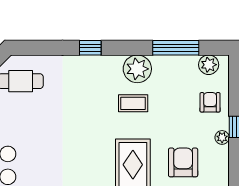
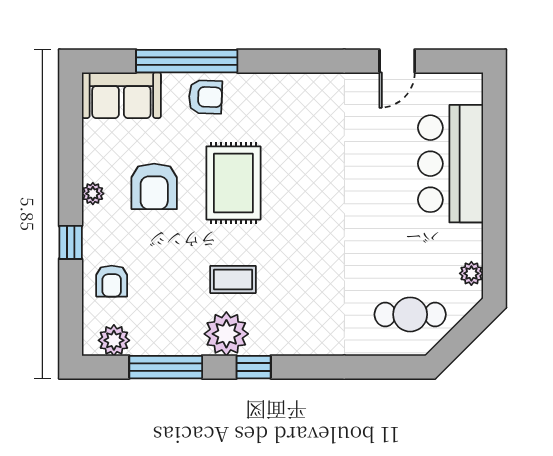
window: (90, 48) -> (254, 367), moved
plant: (222, 137) -> (93, 194), moved

